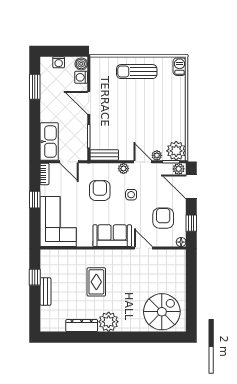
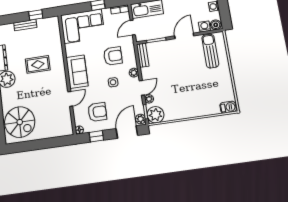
sun lounger: (137, 72) -> (210, 51), moved

